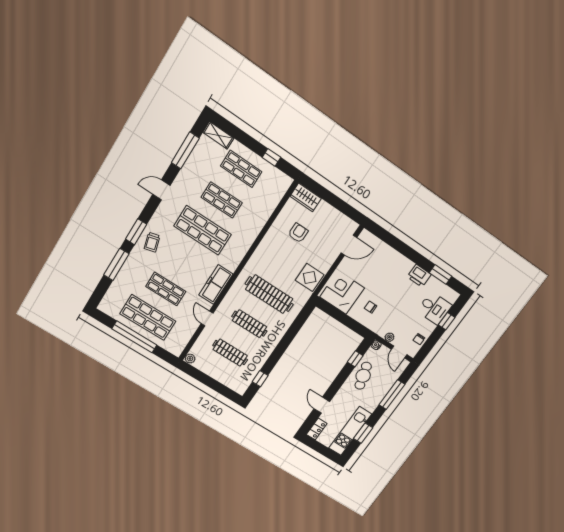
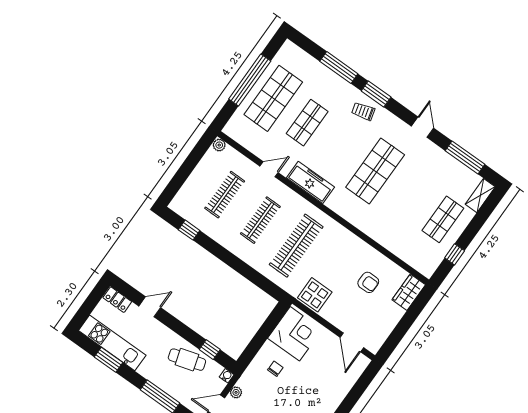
shop shelf: (222, 200) -> (409, 195), removed

